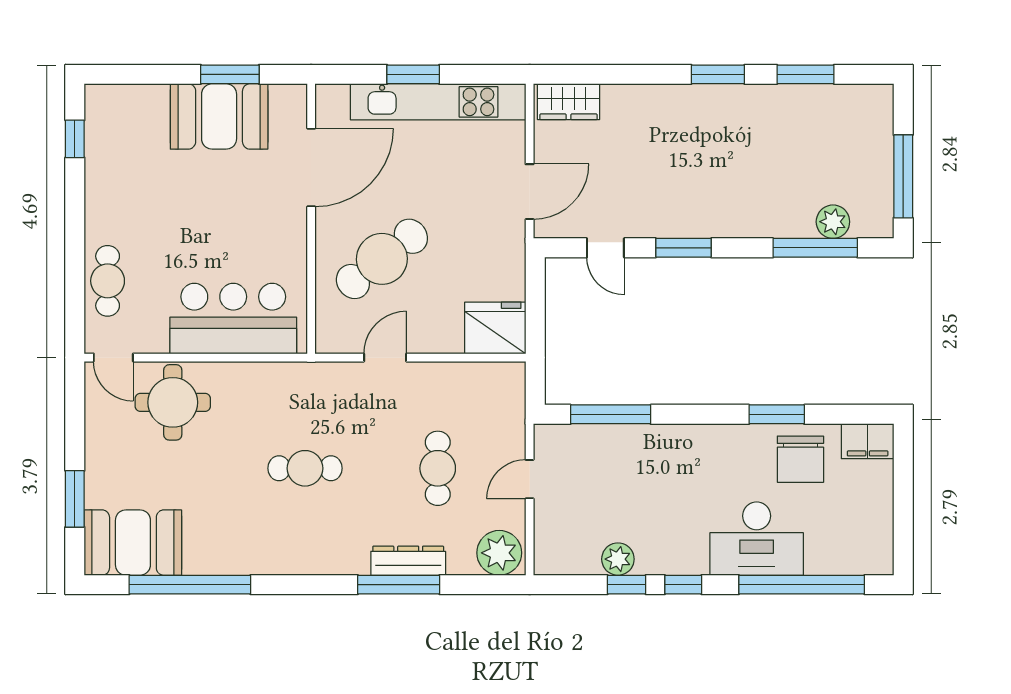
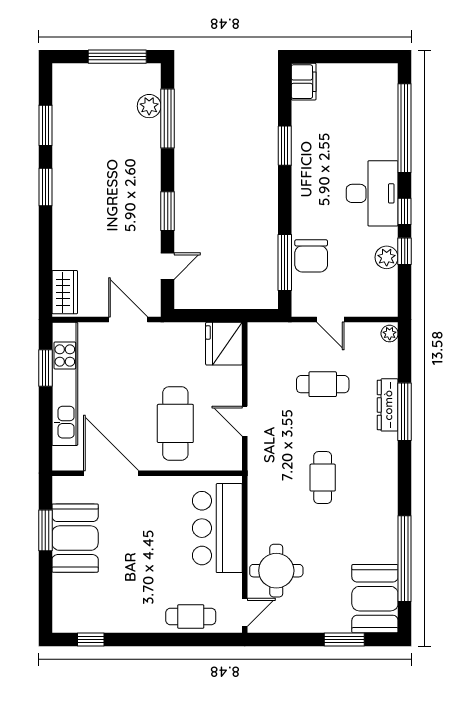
window: (413, 74) -> (45, 368), moved
cafe table: (382, 259) -> (175, 423), turned 38
chair: (800, 459) -> (311, 256), moved, turned 90
desk: (757, 539) -> (372, 193), moved
plant: (499, 553) -> (390, 334), width x0.53, depth x0.53

